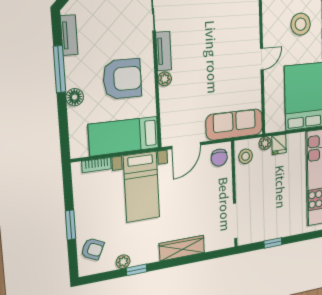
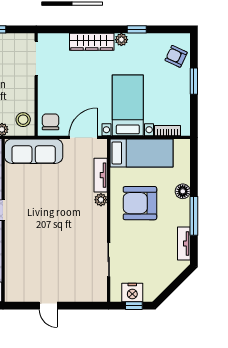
tv unit: (164, 51) -> (101, 175), moved
plant: (123, 262) -> (121, 40), moved

